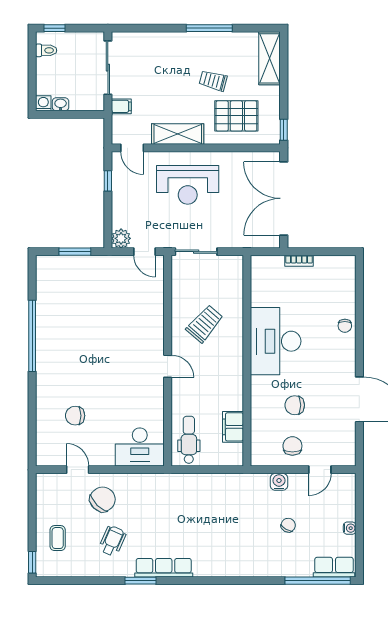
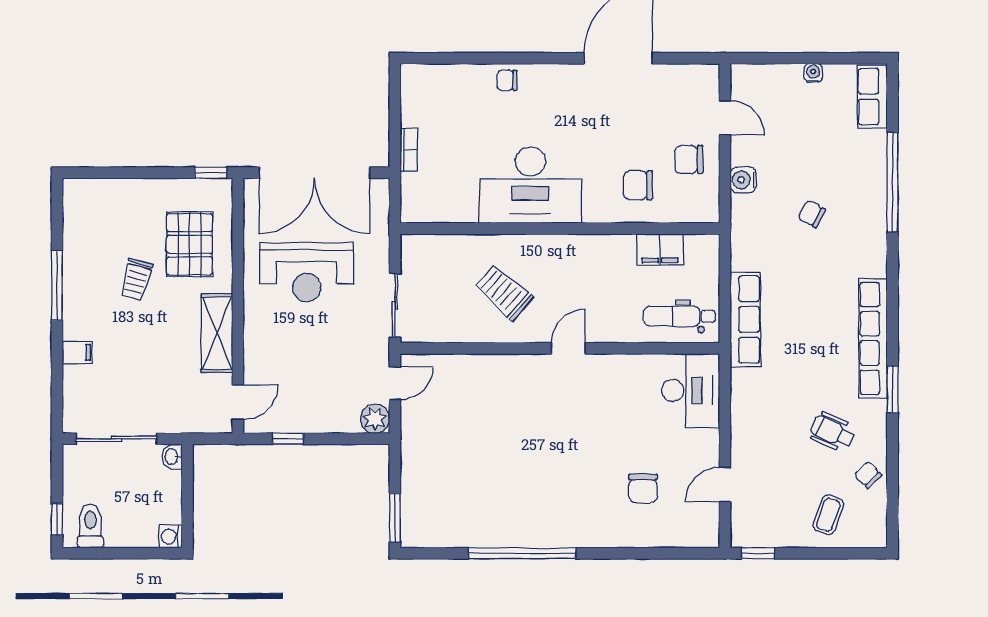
toilet: (46, 50) -> (90, 526), width x1.37, depth x1.39
shelving: (270, 58) -> (102, 194), removed
washbasin: (61, 104) -> (172, 457), moved
filing cabinet: (121, 106) -> (77, 352), moved, turned 90
reception desk: (188, 185) -> (307, 272), moved, turned 90
window: (75, 252) -> (395, 518), moved
chair: (345, 326) -> (507, 80), turned 180
chair: (295, 405) -> (638, 185), moved, turned 90
row of seats: (187, 483) -> (745, 319), added
chair: (103, 499) -> (868, 475), moved, width x0.54, depth x0.54
chair: (288, 525) -> (812, 214), moved
coffee table: (58, 538) -> (828, 515), turned -70
window: (32, 562) -> (758, 553), moved
row of seats: (164, 568) -> (873, 338), width x1.36
window: (318, 581) -> (892, 182), moved

